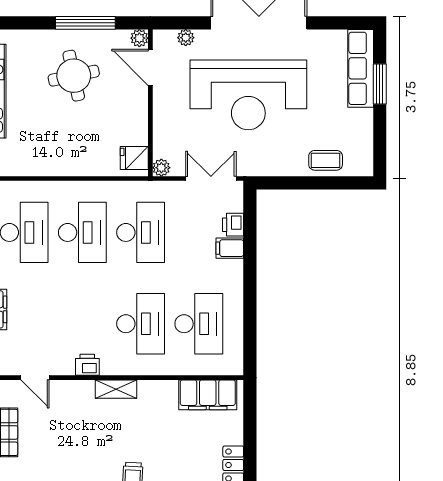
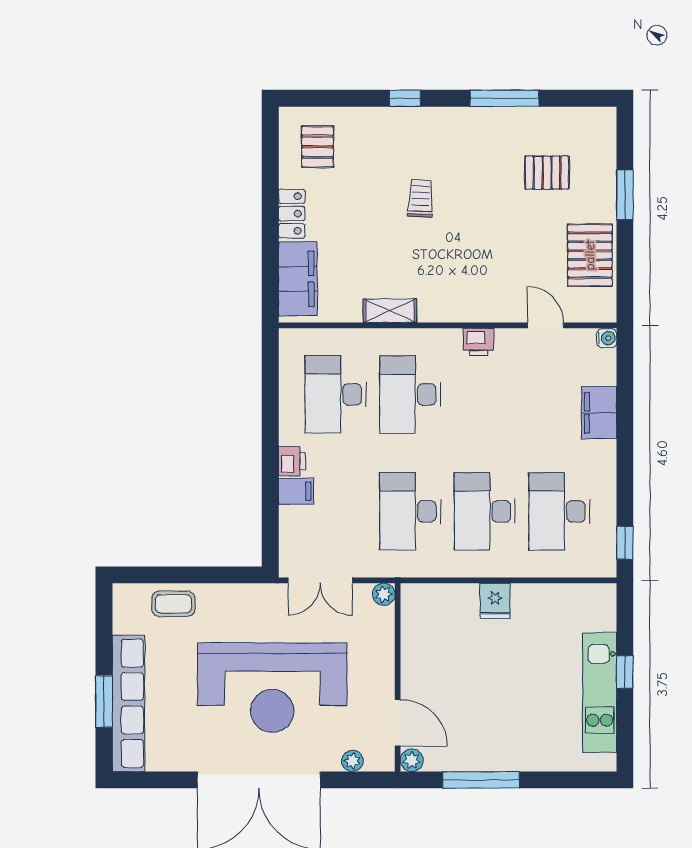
row of seats: (361, 68) -> (128, 703), width x1.36
round table: (74, 76) -> (496, 712), removed
reception desk: (248, 95) -> (272, 688), turned 180
fridge: (134, 158) -> (495, 601), moved, turned 90
printer: (233, 225) -> (292, 461), moved
shelving: (116, 389) -> (390, 311), moved
filing cabinet: (208, 395) -> (298, 279), moved, turned 90

